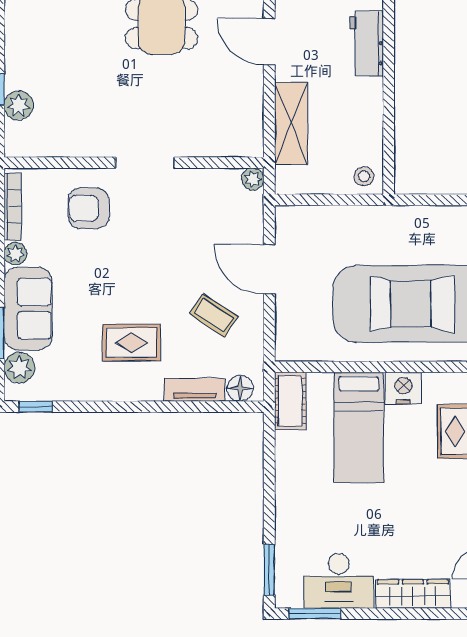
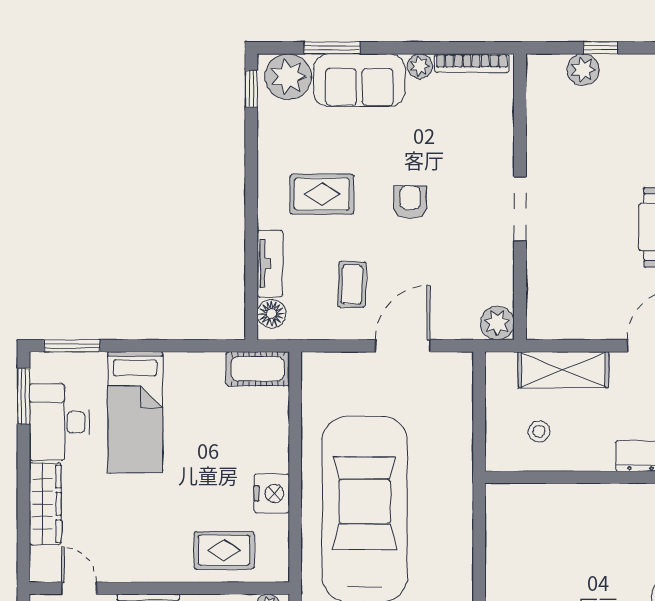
stool: (364, 176) -> (539, 431), moved
plant: (253, 179) -> (497, 323), width x1.38, depth x1.38
armchair: (89, 208) -> (410, 202), moved, width x0.72, depth x0.72
coffee table: (214, 315) -> (352, 285), turned -32
rug: (132, 343) -> (322, 194), turned 90
plant: (19, 368) -> (288, 77), width x1.36, depth x1.36
bed: (359, 427) -> (135, 412), moved, turned -90

